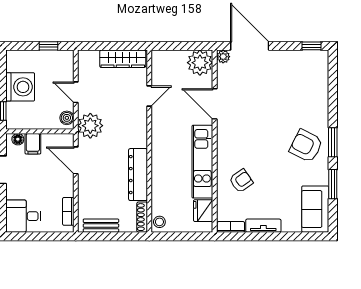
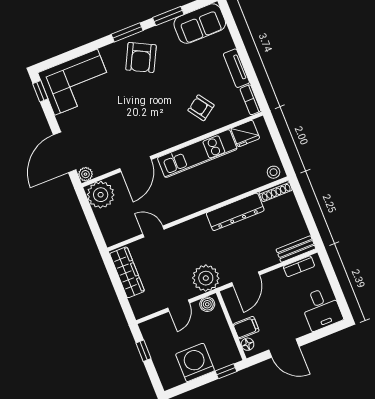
corner sofa: (307, 80) -> (76, 82), added
bench: (101, 226) -> (296, 249), moved, turned 90

